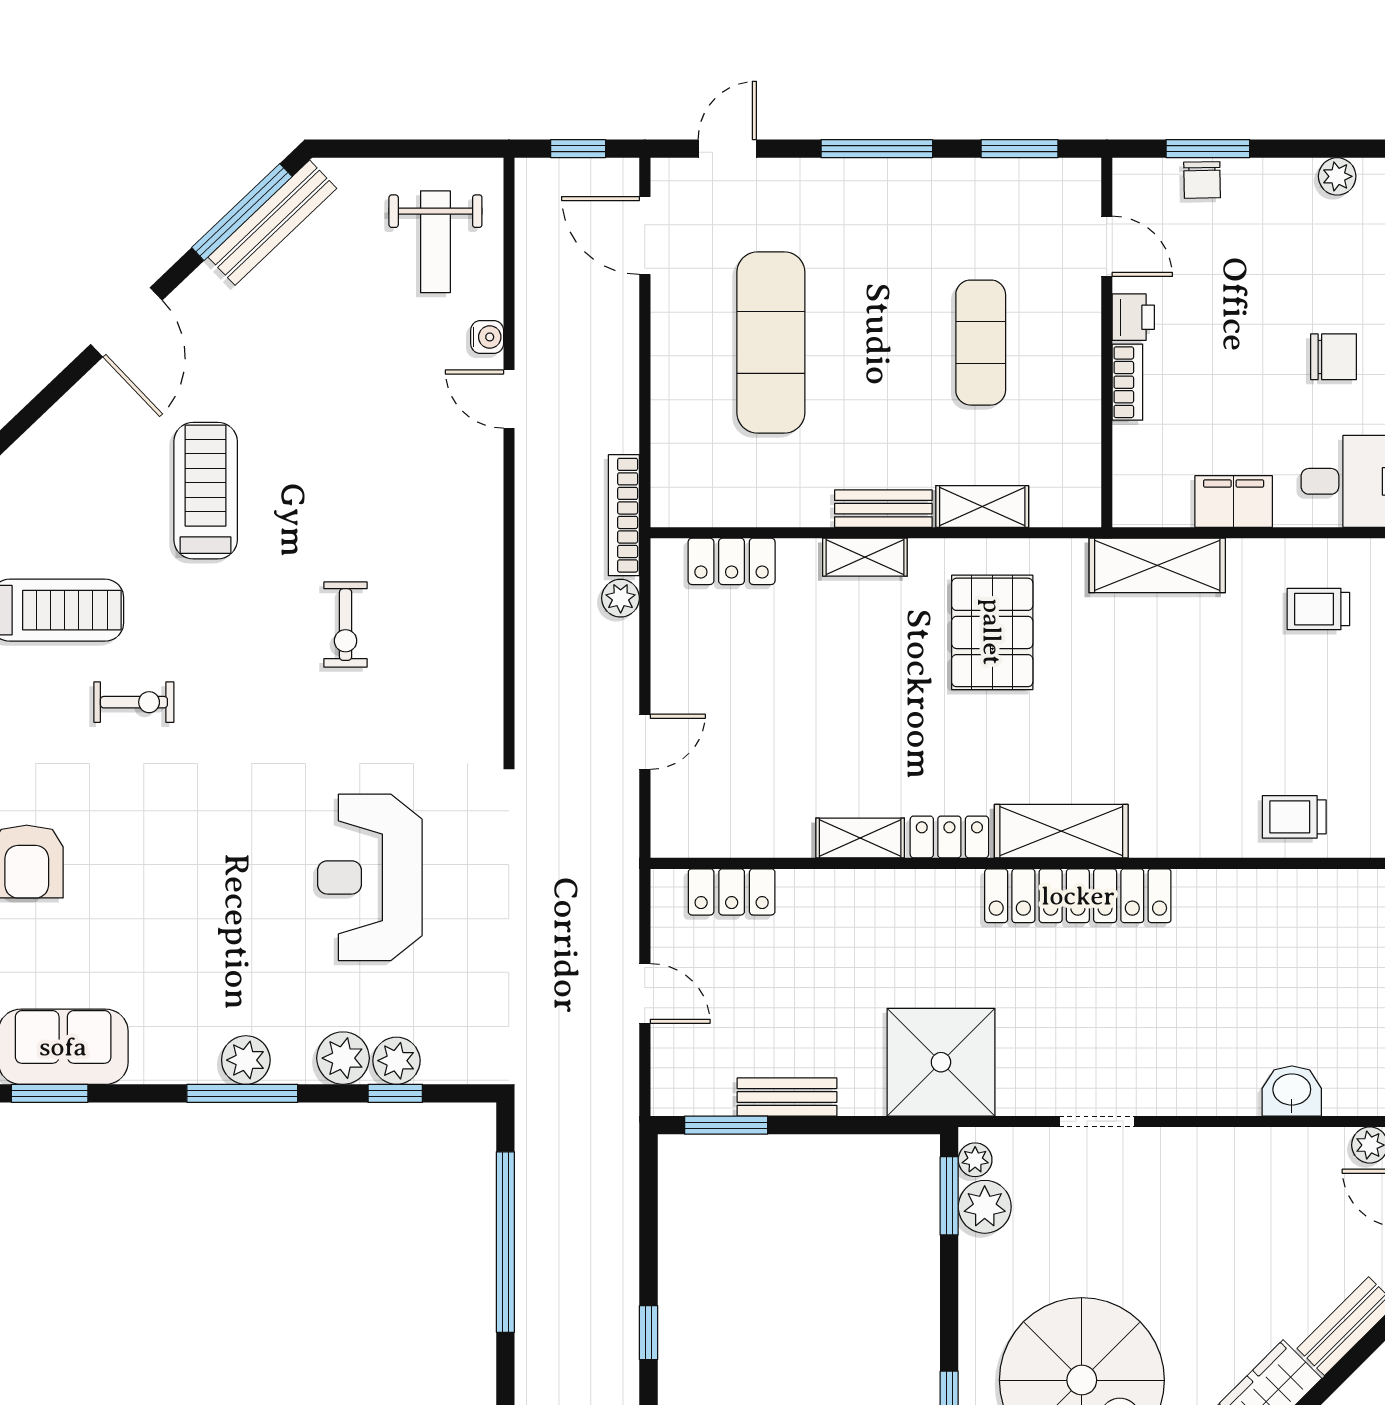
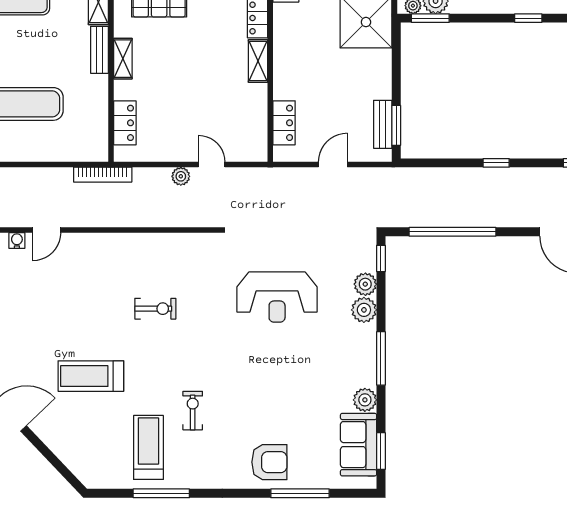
plant: (621, 598) -> (181, 176), moved
plant: (246, 1060) -> (365, 400), moved
window: (395, 1093) -> (381, 258), moved
bench: (787, 1097) -> (383, 124), moved

